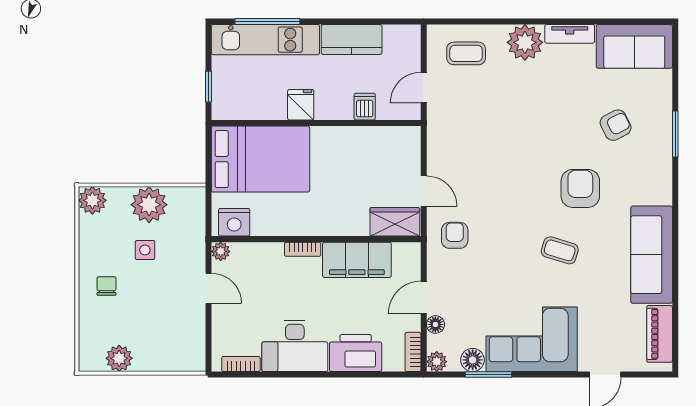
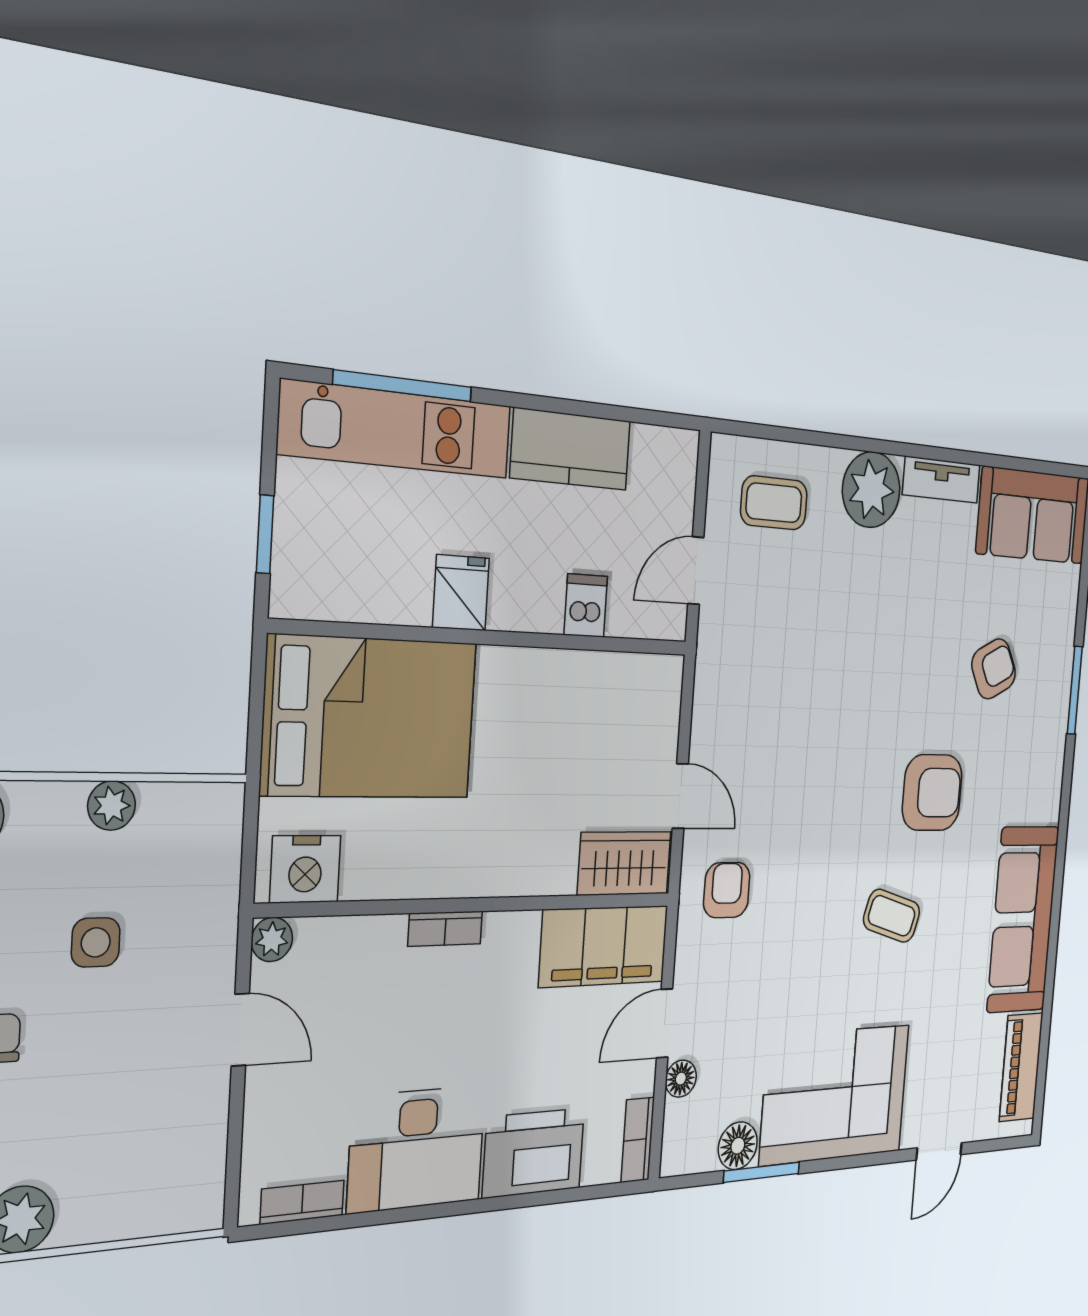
armchair: (580, 188) -> (932, 793), turned 90
plant: (149, 205) -> (112, 806), width x0.53, depth x0.53
filing cabinet: (357, 260) -> (604, 946), moved
plant: (437, 362) -> (678, 1155), removed

